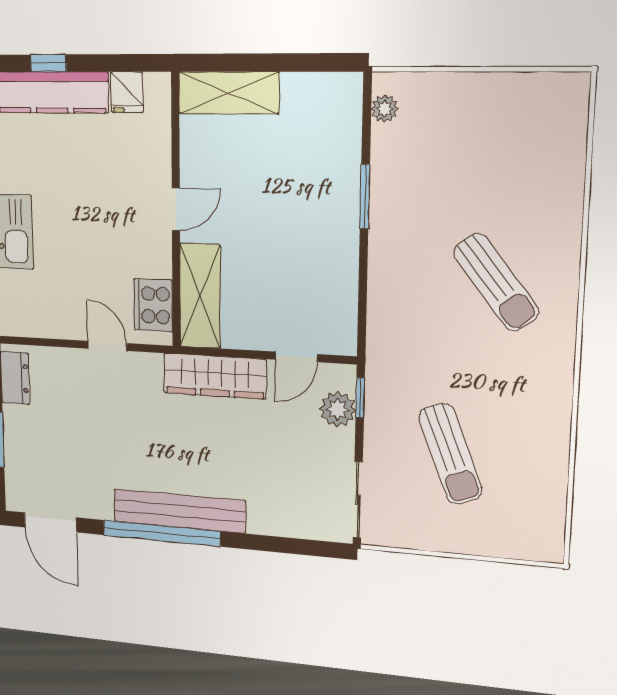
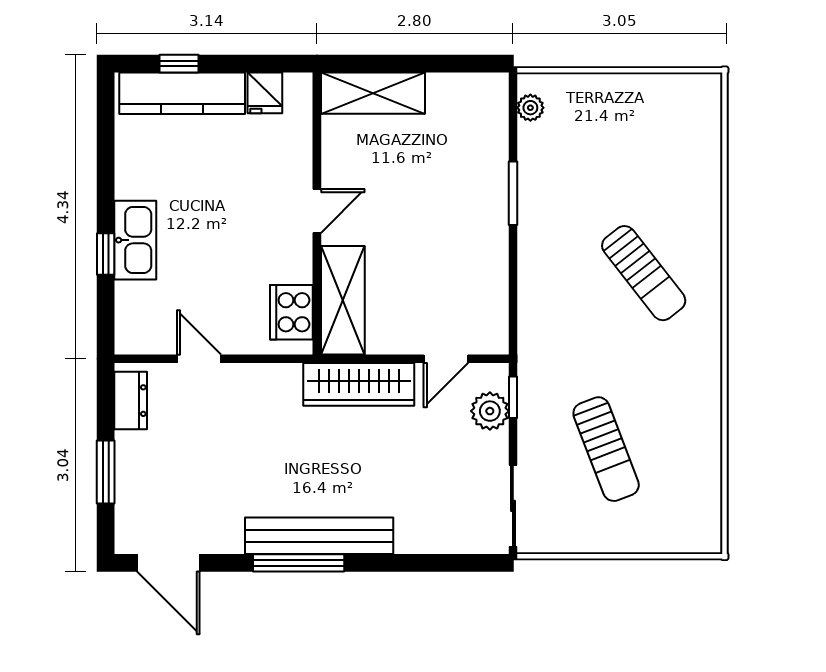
door: (107, 346) -> (199, 359), moved
window: (161, 533) -> (299, 563), width x0.68

